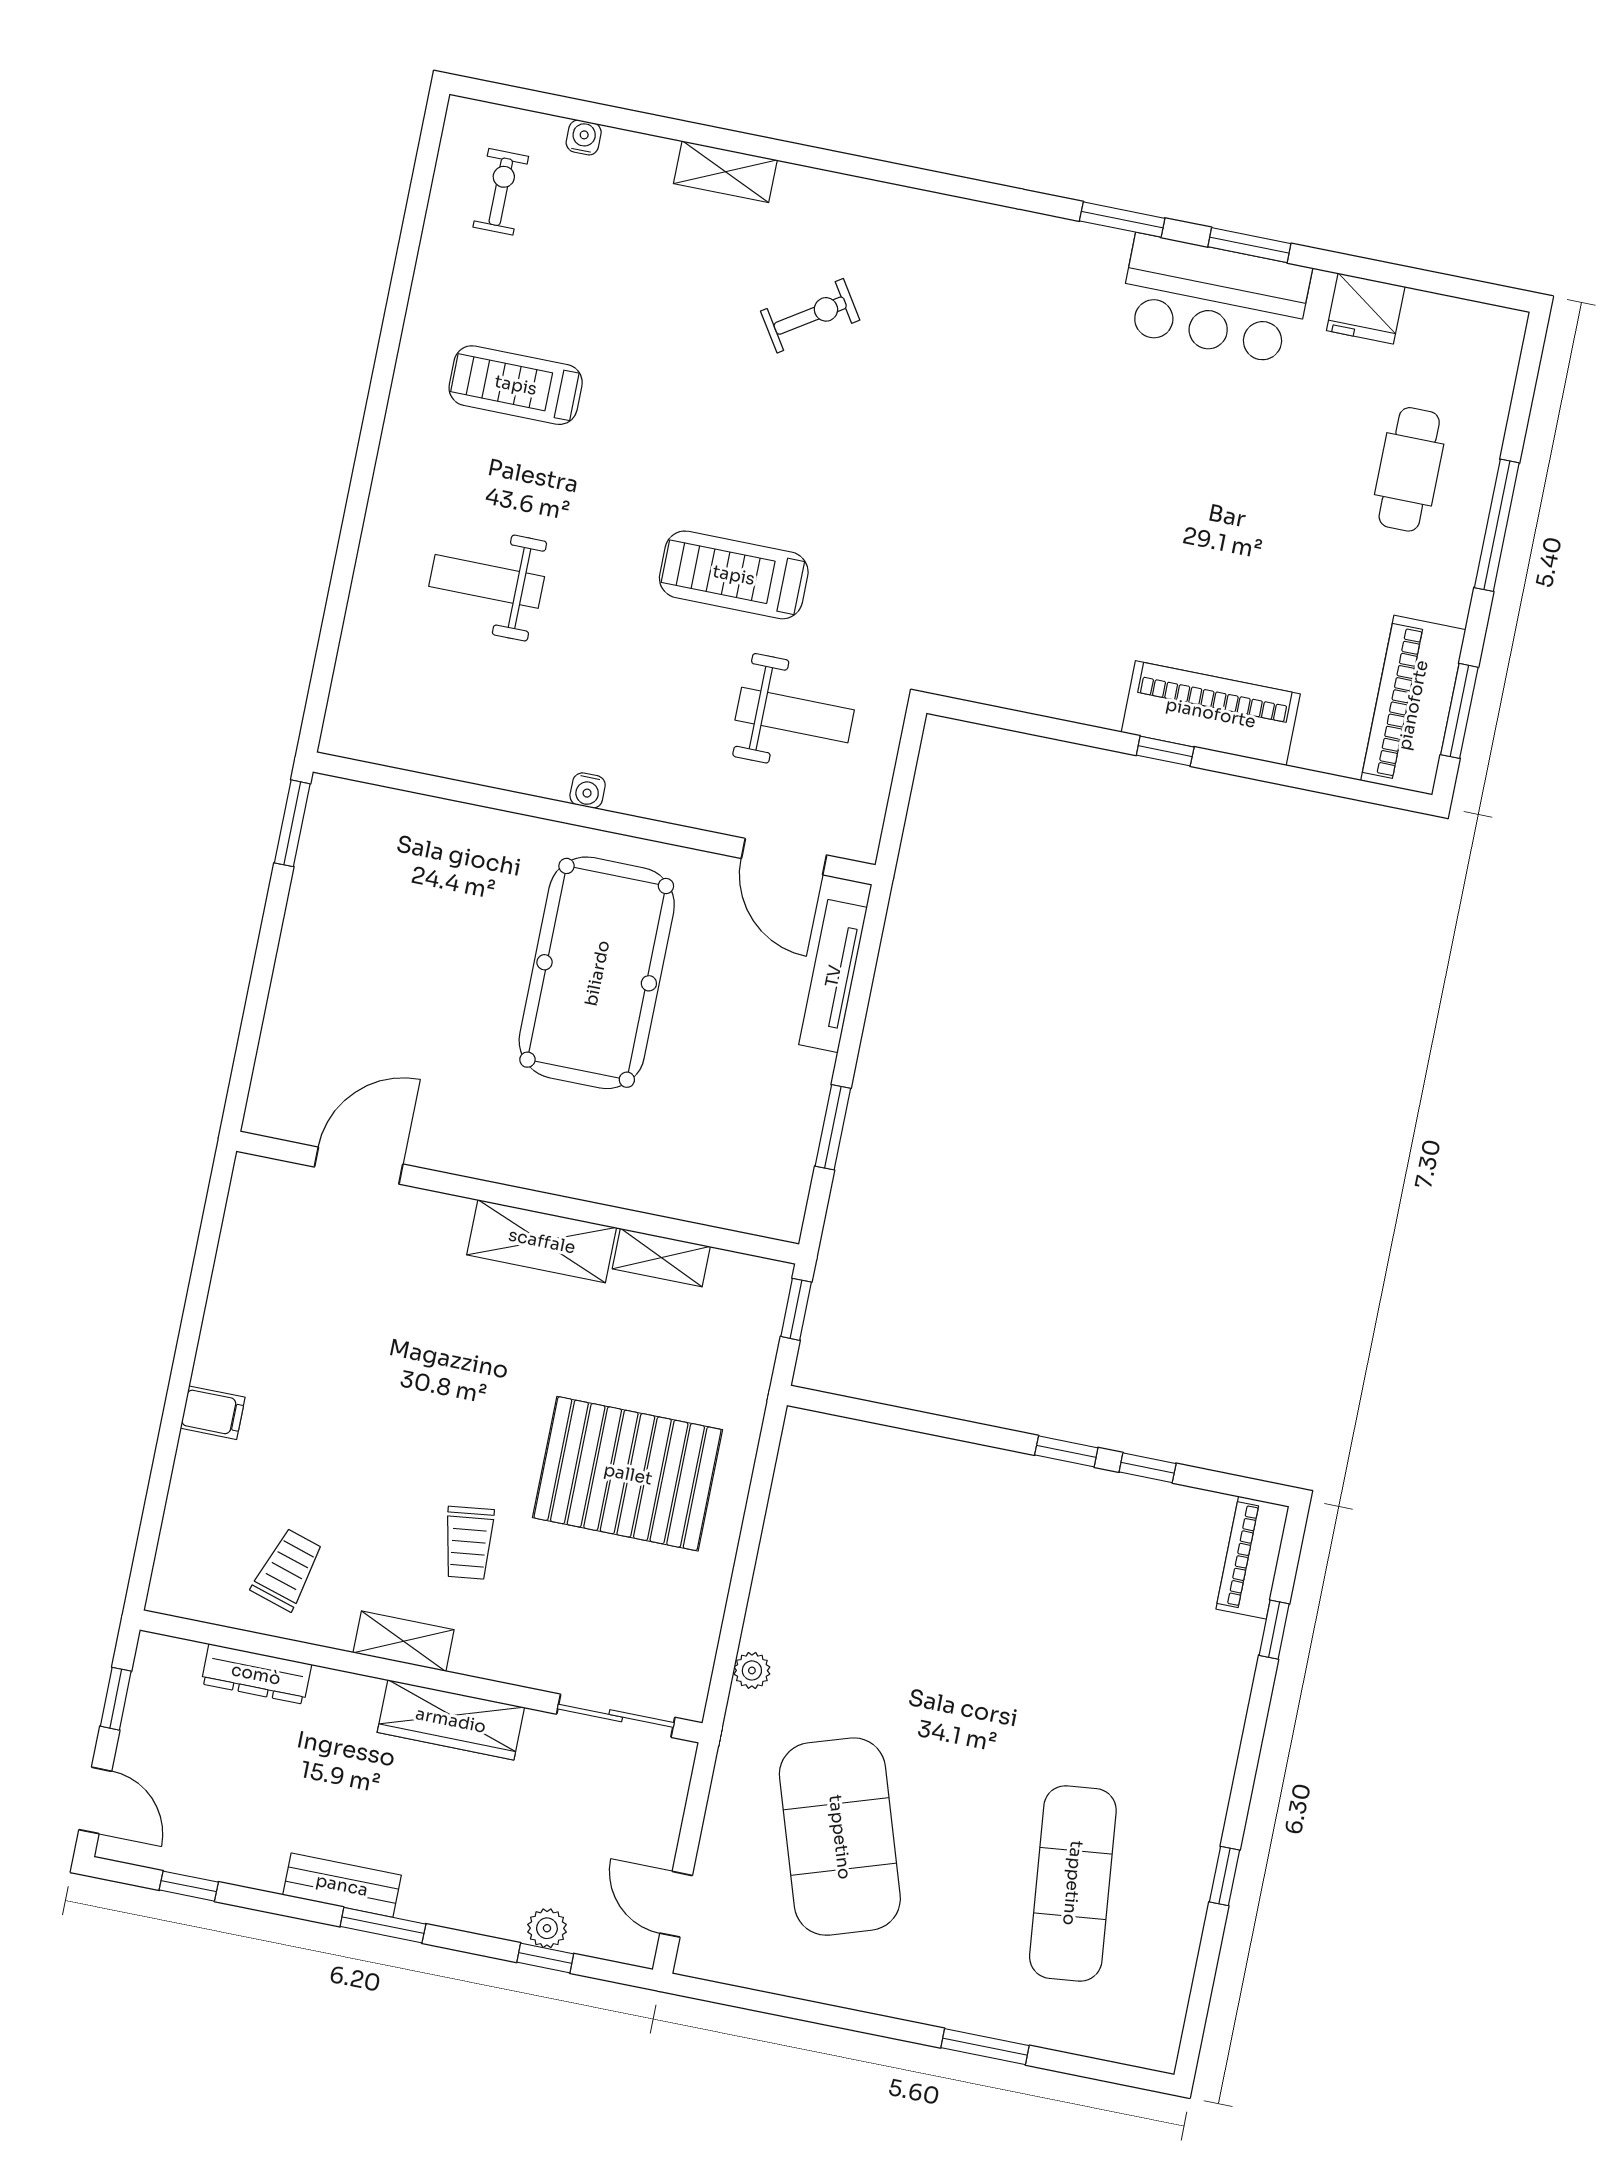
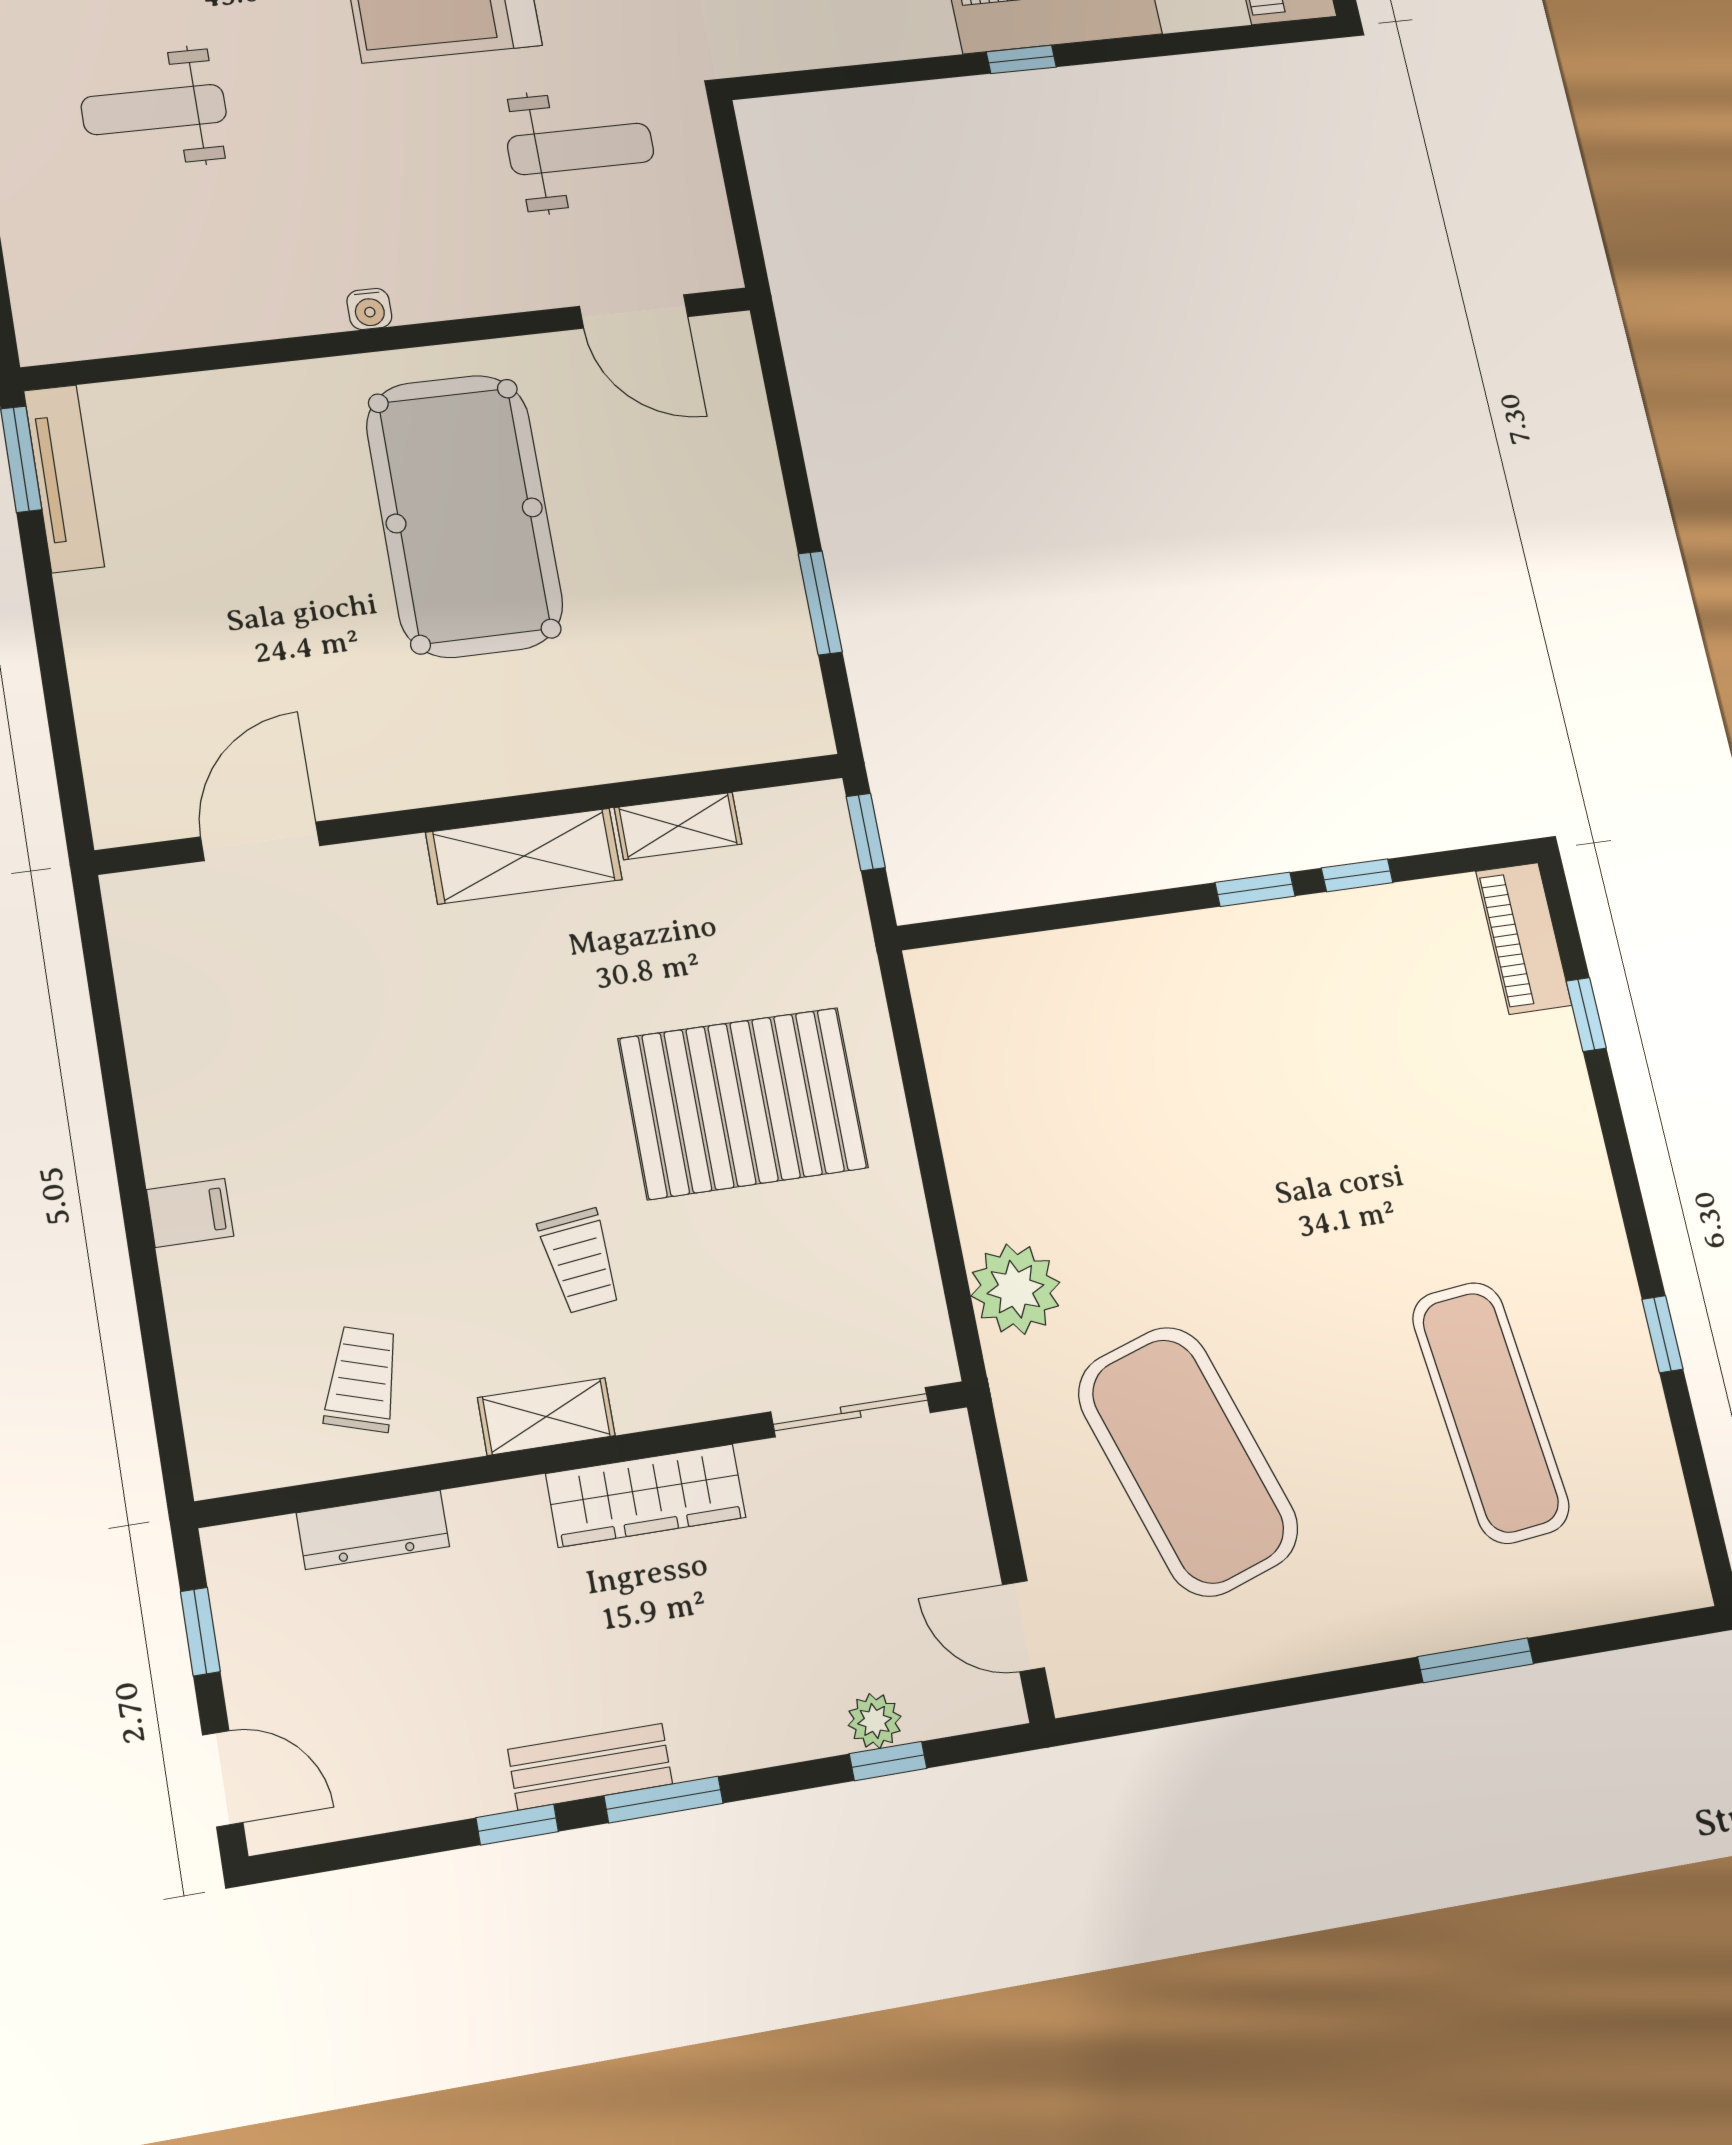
tv unit: (833, 976) -> (64, 478), moved, turned 180
plant: (752, 1670) -> (1015, 1289), width x1.88, depth x1.88
window: (189, 1886) -> (517, 1825), moved

